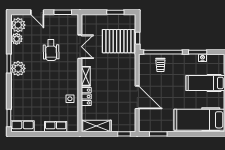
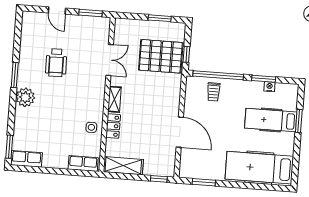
plant: (18, 25) -> (31, 25), removed
plant: (17, 39) -> (27, 43), removed
wheelchair: (51, 50) -> (56, 63), moved
plant: (18, 68) -> (25, 97), moved
row of seats: (56, 127) -> (83, 163), moved

